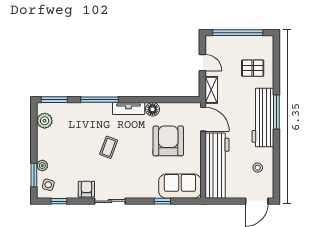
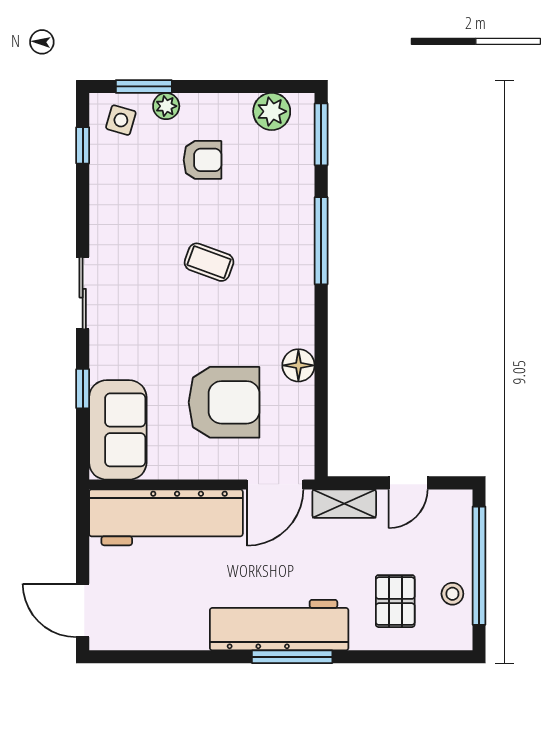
tv unit: (129, 109) -> (300, 309), removed
stool: (258, 168) -> (452, 594), moved
armchair: (86, 189) -> (202, 160), moved
sliding door: (110, 201) -> (83, 293), moved

